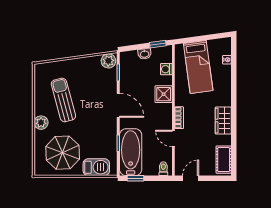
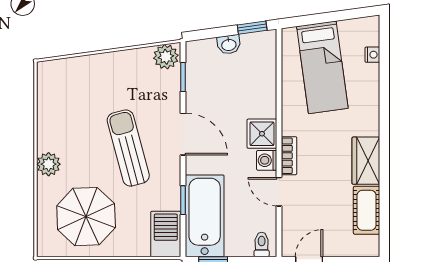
washing machine: (166, 69) -> (267, 160), moved
shower: (164, 94) -> (262, 134), moved
sun lounger: (63, 100) -> (128, 148), moved
cot: (224, 160) -> (367, 210), moved
barbecue: (96, 167) -> (166, 234), moved, turned -90

